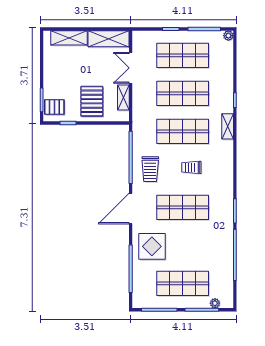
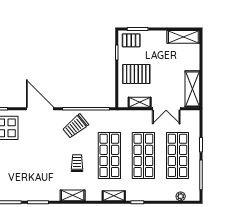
plant: (228, 36) -> (181, 196), moved
shelving: (69, 38) -> (183, 37), moved, turned 90
double door: (131, 68) -> (166, 109), swing flipped
pallet: (54, 107) -> (131, 40), turned 90
trolley: (150, 169) -> (75, 126), turned -39
shelving: (227, 172) -> (73, 195), added
shop shelf: (183, 207) -> (41, 155), removed

